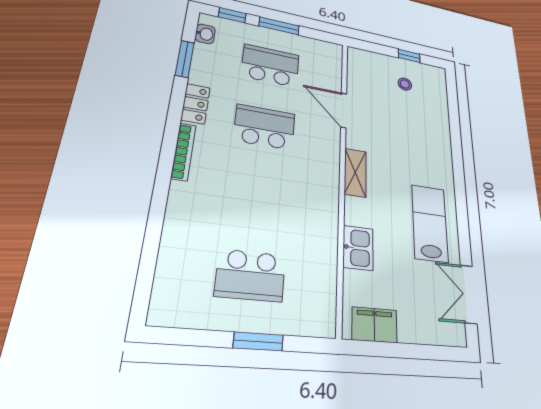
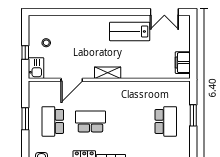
window: (232, 15) -> (25, 145), removed
window: (409, 56) -> (25, 53), moved
school desk: (265, 127) -> (90, 121), turned 90
kitchen sink: (358, 248) -> (36, 68), moved, turned 90

